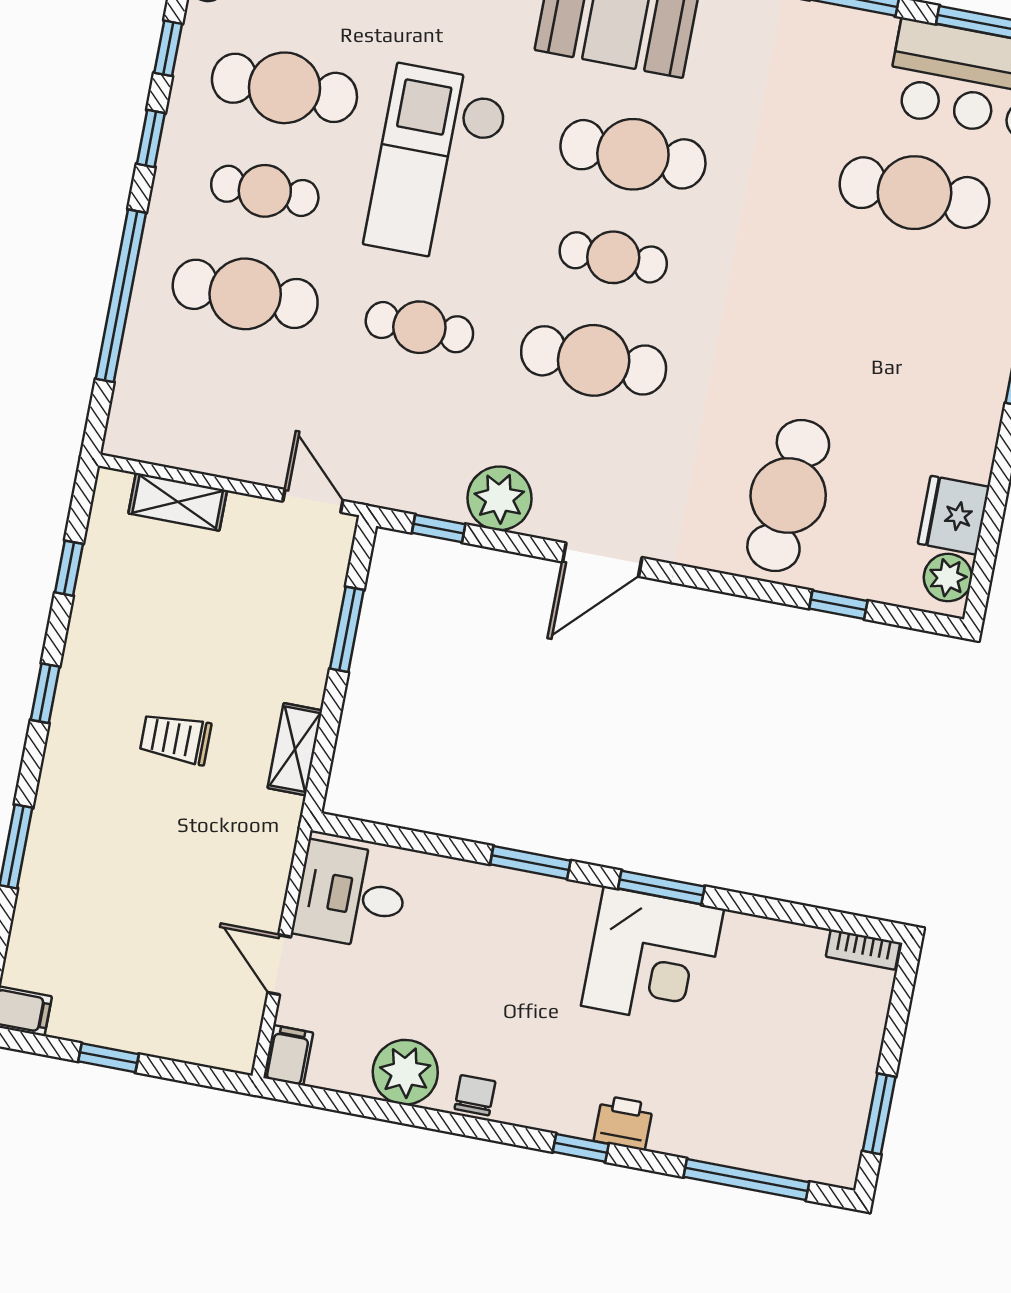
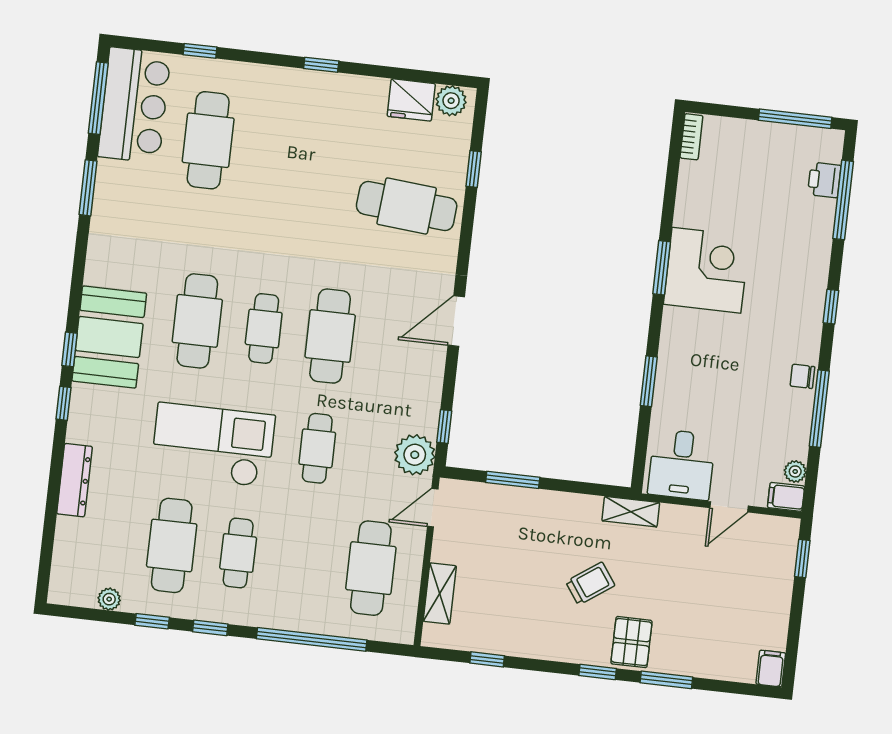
checkout: (437, 164) -> (213, 445), turned 180
cafe table: (245, 294) -> (371, 568), moved
plant: (499, 498) -> (415, 455), moved
door: (602, 560) -> (456, 321), swing flipped
window: (45, 693) -> (598, 672), moved
trolley: (176, 739) -> (590, 584), turned -125
shelving: (295, 749) -> (631, 512), moved
pallet: (79, 796) -> (631, 642), added
window: (530, 862) -> (649, 381), moved
window: (108, 1058) -> (802, 558), moved
plant: (405, 1072) -> (795, 471), moved, width x0.53, depth x0.53
window: (879, 1114) -> (795, 119), width x1.44
window: (422, 1118) -> (819, 409), added
printer: (624, 1123) -> (824, 180), moved

